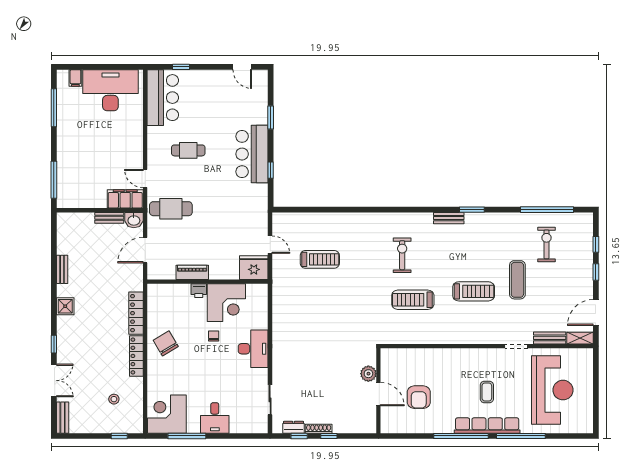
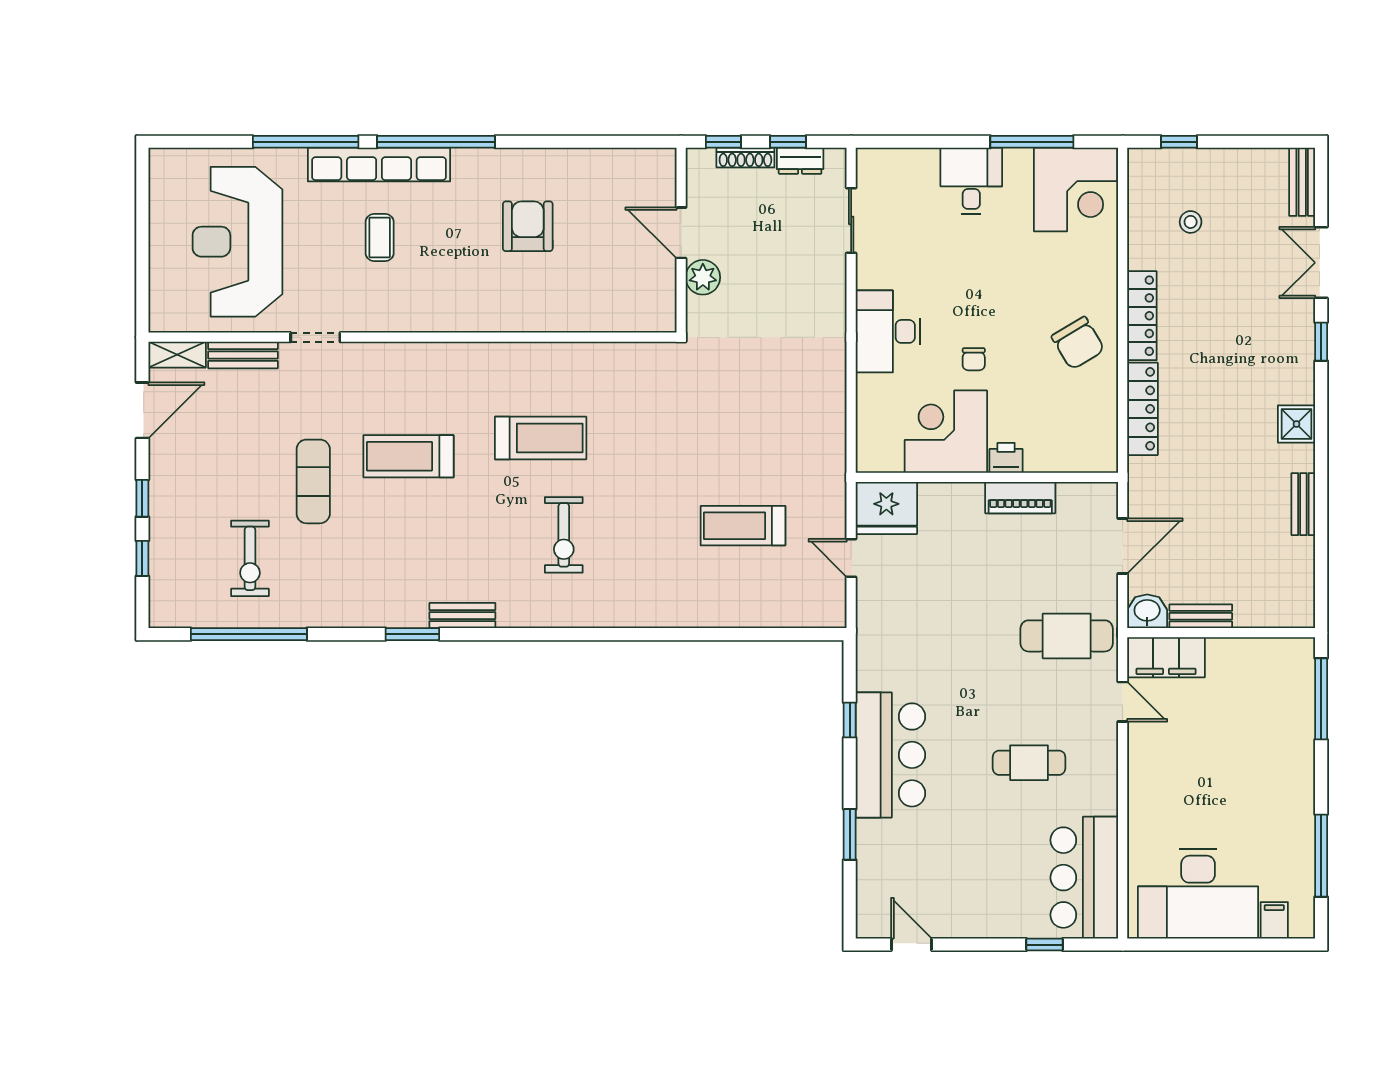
plant: (368, 374) -> (703, 277), moved
wall: (378, 391) -> (681, 240), moved
door: (378, 394) -> (681, 233), moved

